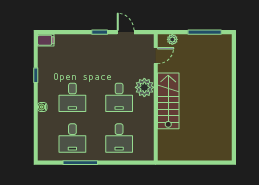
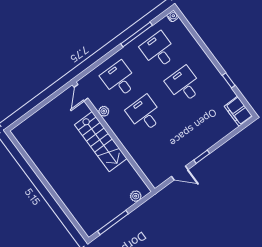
filing cabinet: (46, 40) -> (238, 111), width x2.00
door: (156, 56) -> (81, 93), moved
plant: (144, 87) -> (104, 111), moved, width x0.53, depth x0.53
water cooler: (42, 107) -> (173, 16), moved

